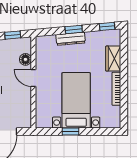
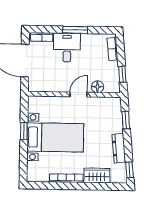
window: (74, 29) -> (126, 120), moved
dresser: (71, 39) -> (119, 148), moved

